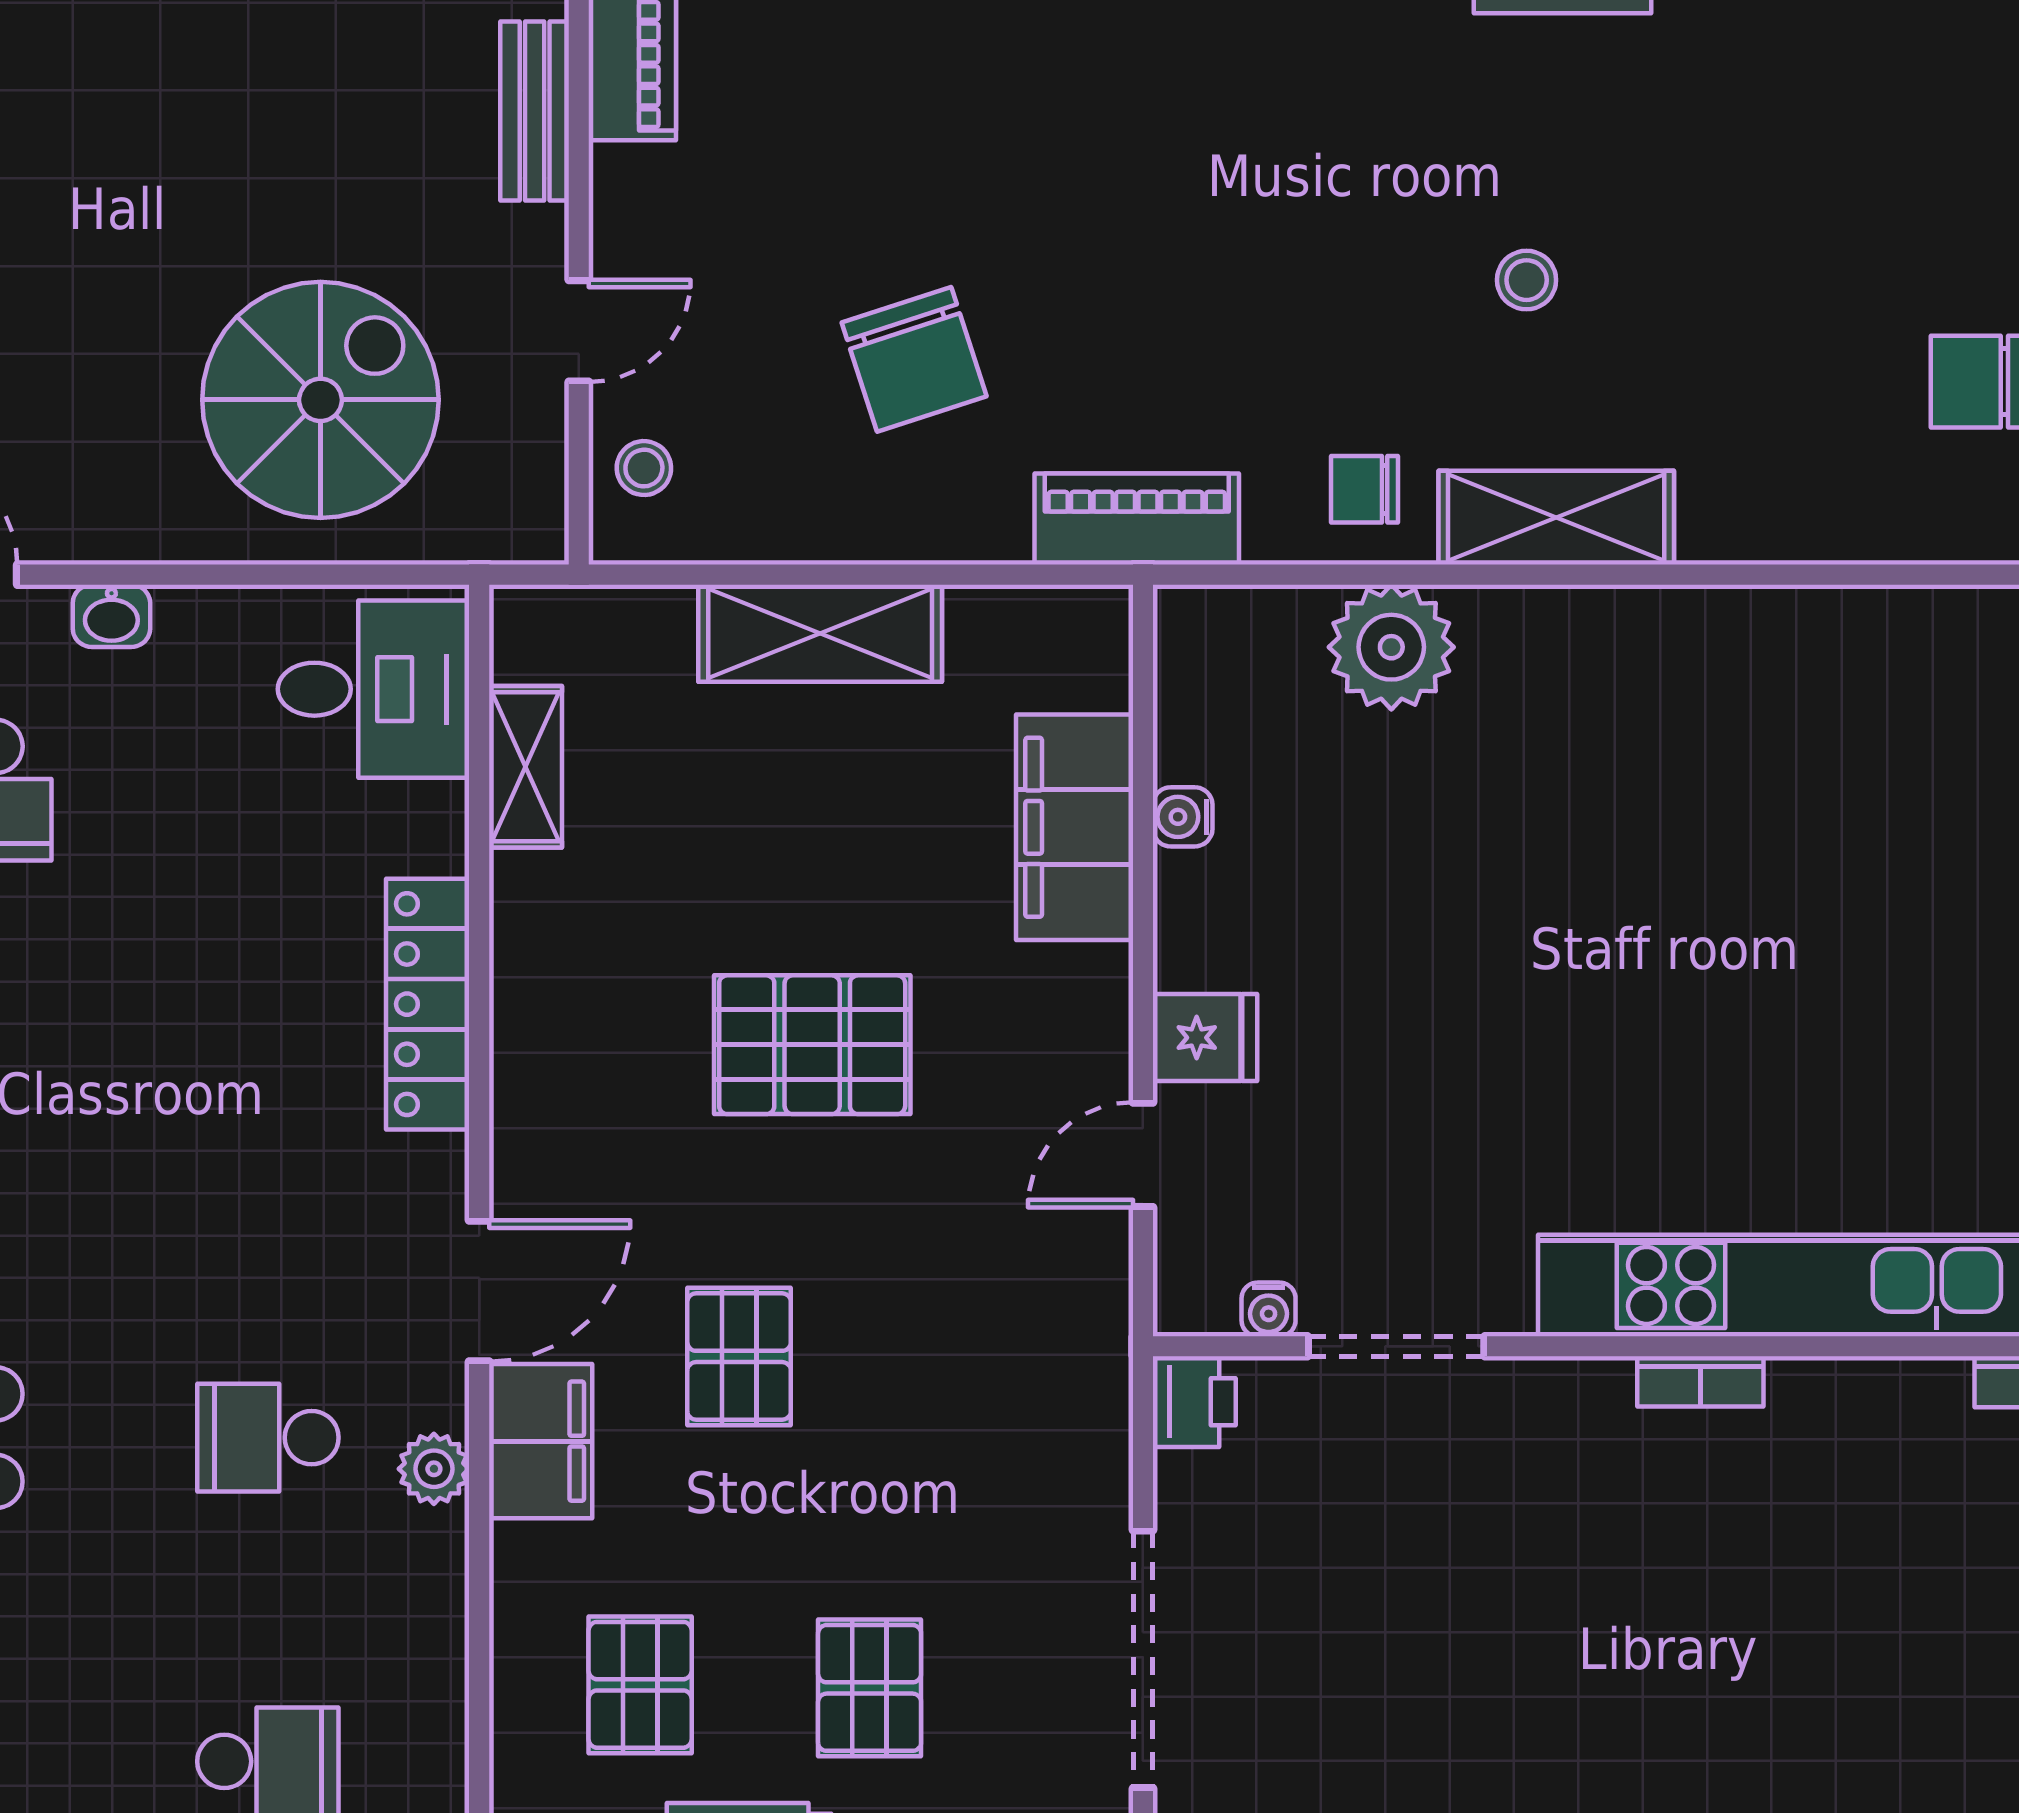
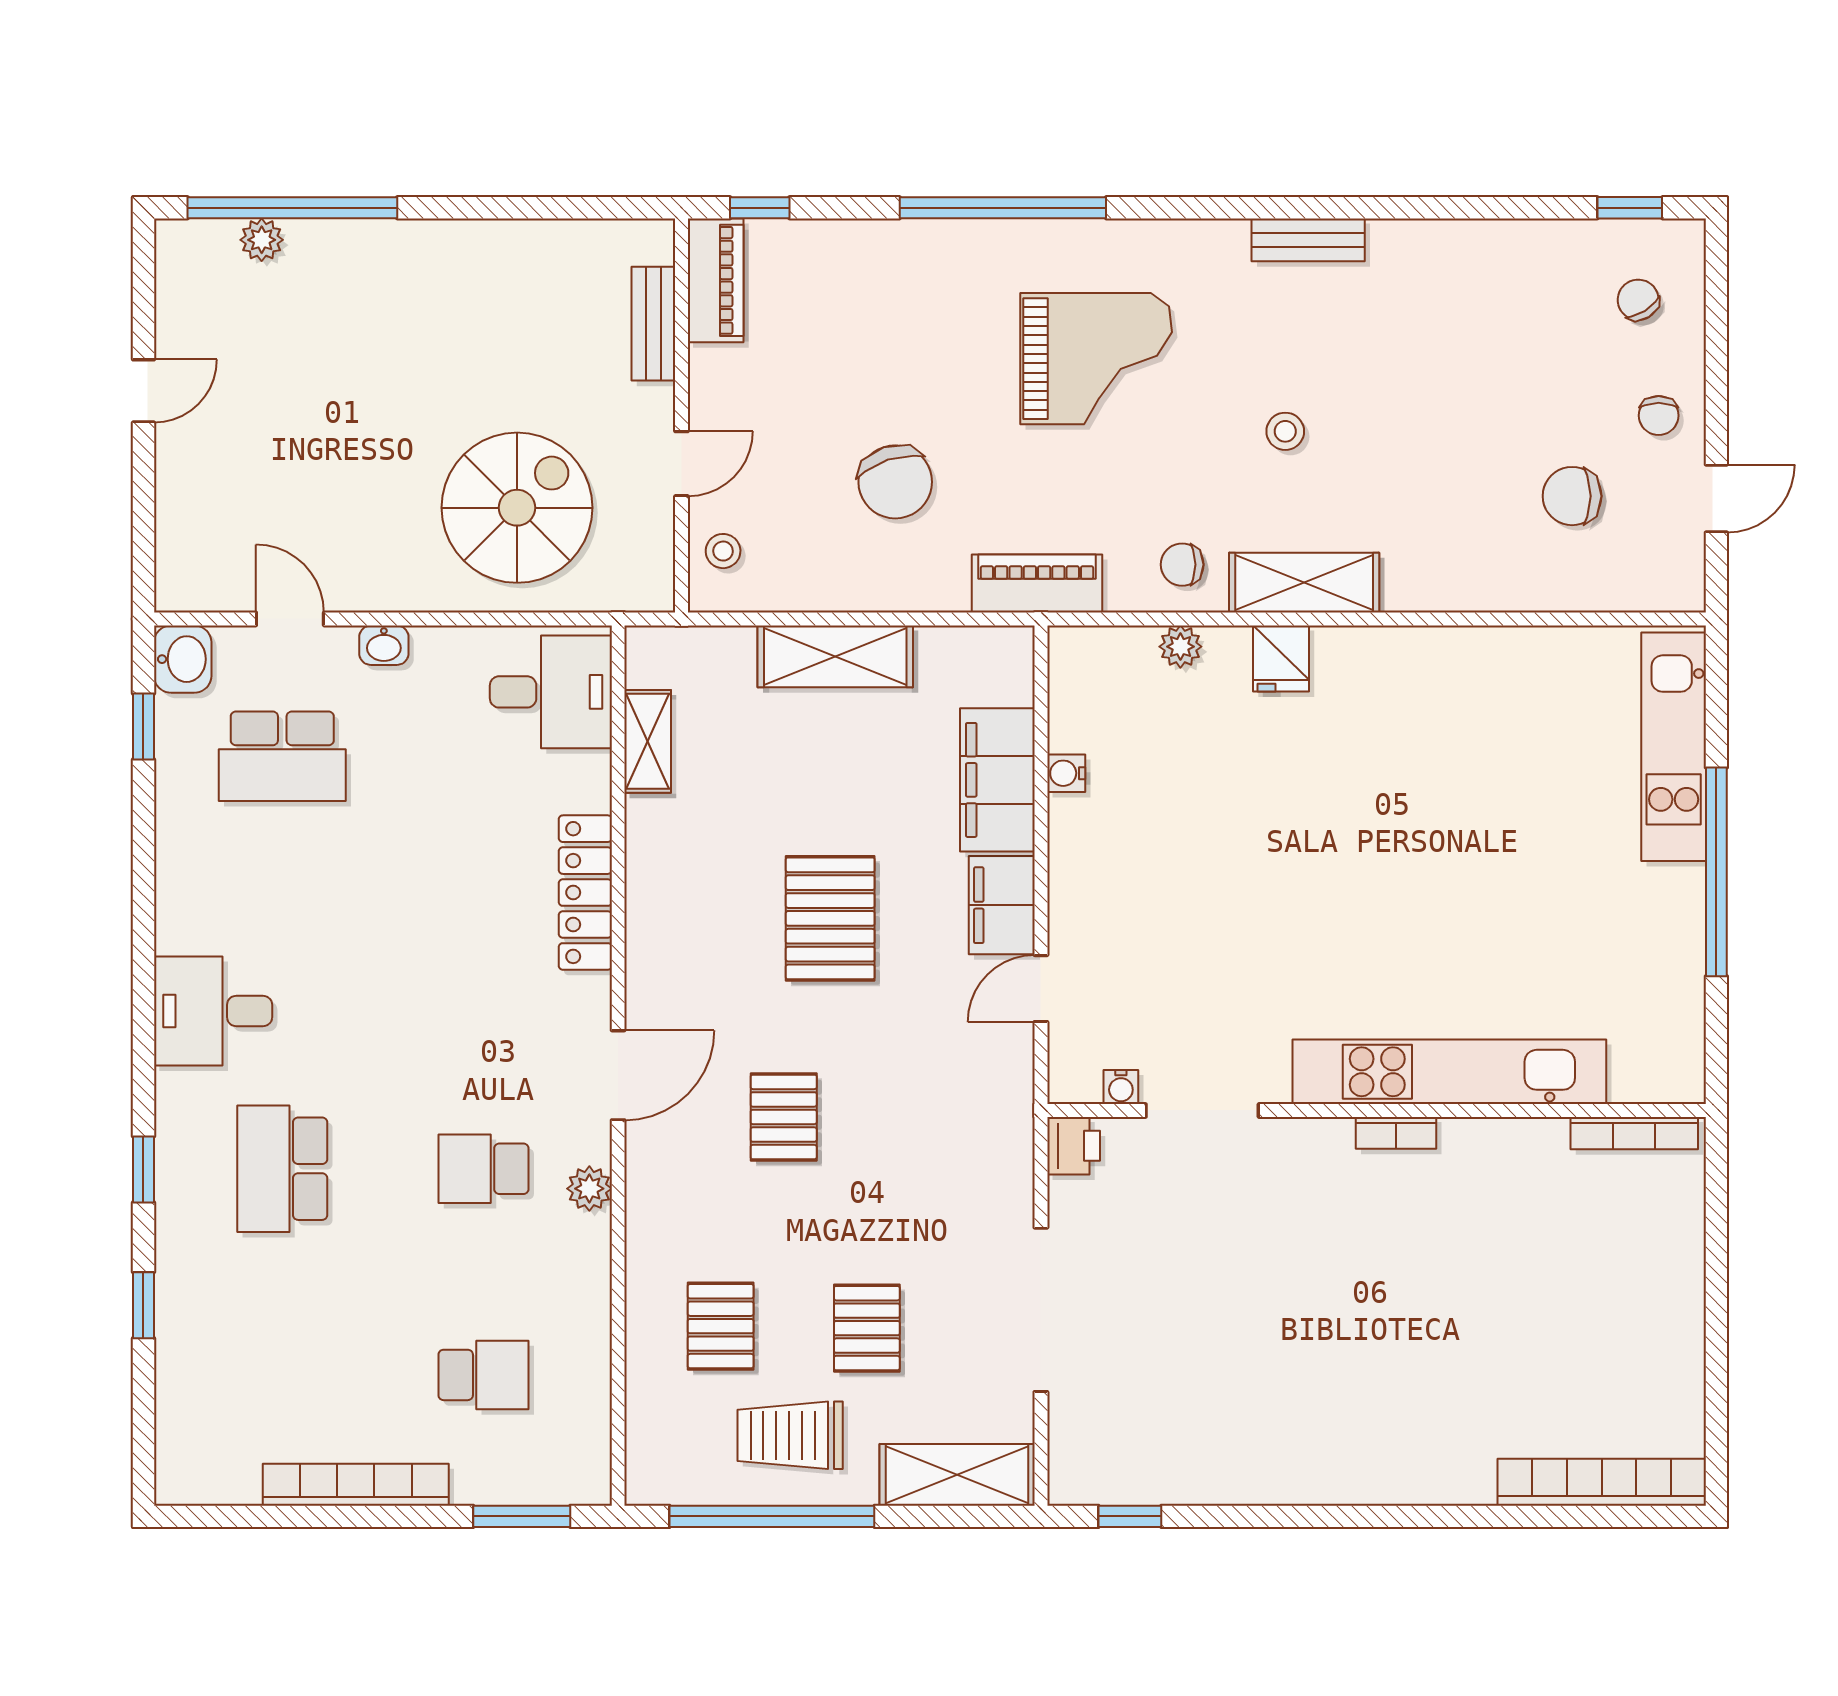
grand piano: (1230, 166) -> (1096, 359), added
plant: (1391, 647) -> (1180, 647), width x0.53, depth x0.53
fridge: (1205, 1038) -> (1281, 658), moved, turned 90
pallet: (812, 1045) -> (830, 918), turned 90
filing cabinet: (541, 1441) -> (1002, 905), moved, turned 180

